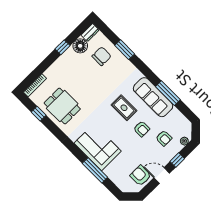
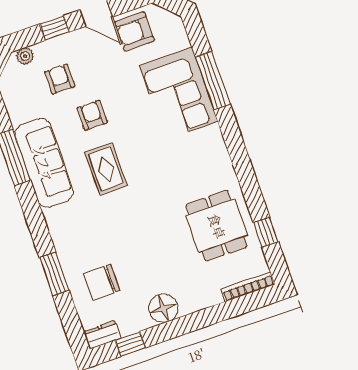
floor lamp: (80, 46) -> (163, 308), moved
window: (63, 47) -> (130, 344), moved
corner sofa: (98, 147) -> (179, 94), moved
armchair: (141, 176) -> (135, 31), turned 90

